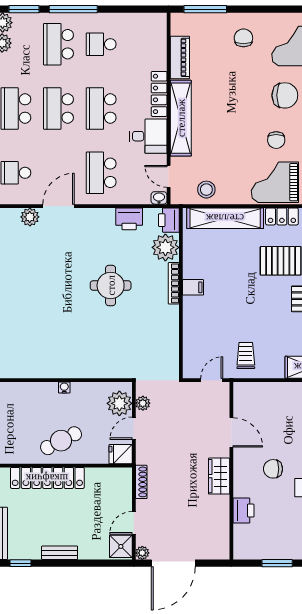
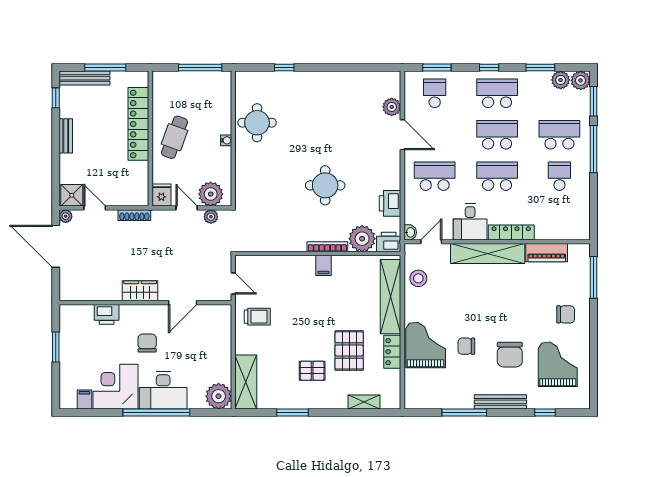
round table: (46, 356) -> (257, 123), added
cafe table: (61, 441) -> (174, 137), turned 47

